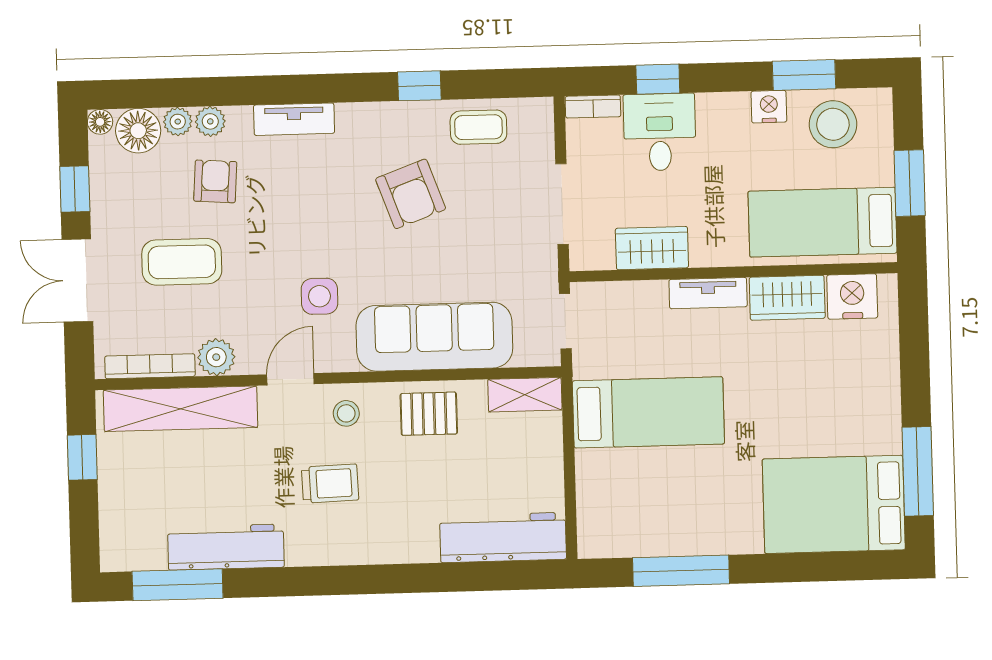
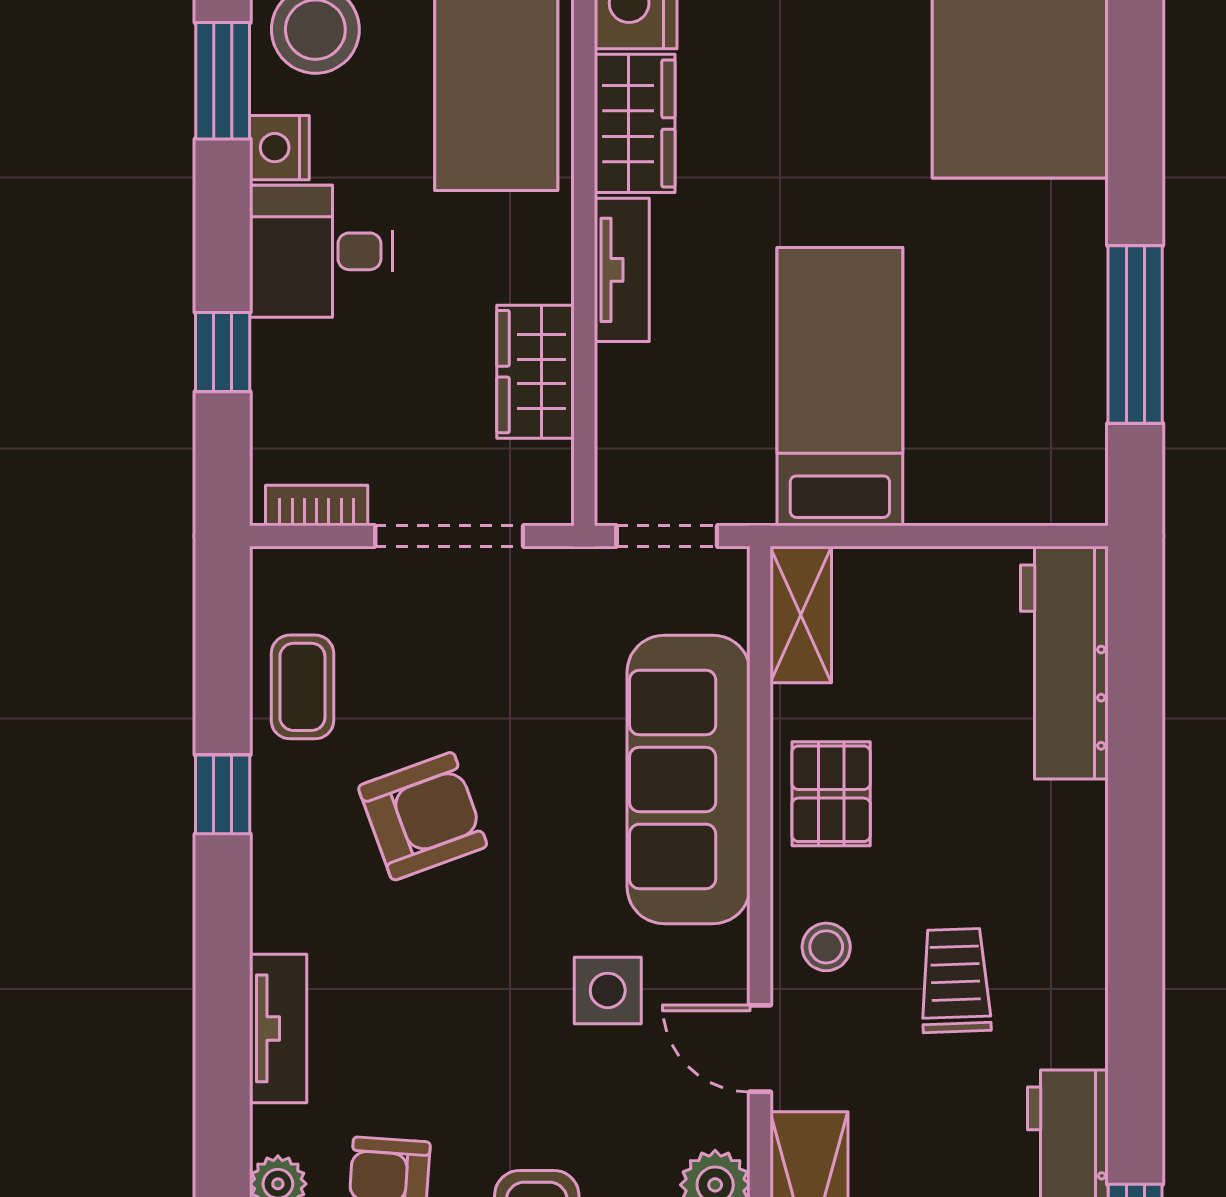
bookcase: (593, 107) -> (317, 506), moved, turned -90
desk: (660, 132) -> (321, 251), moved

